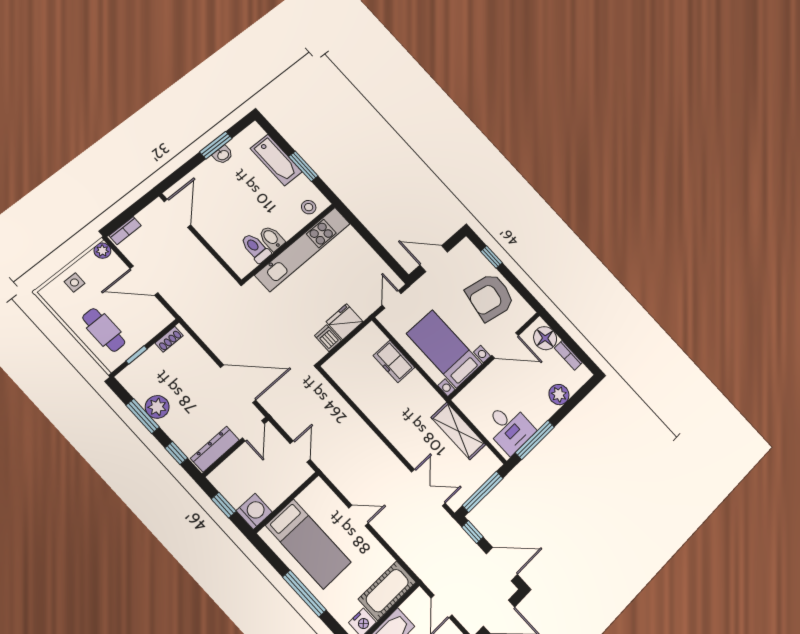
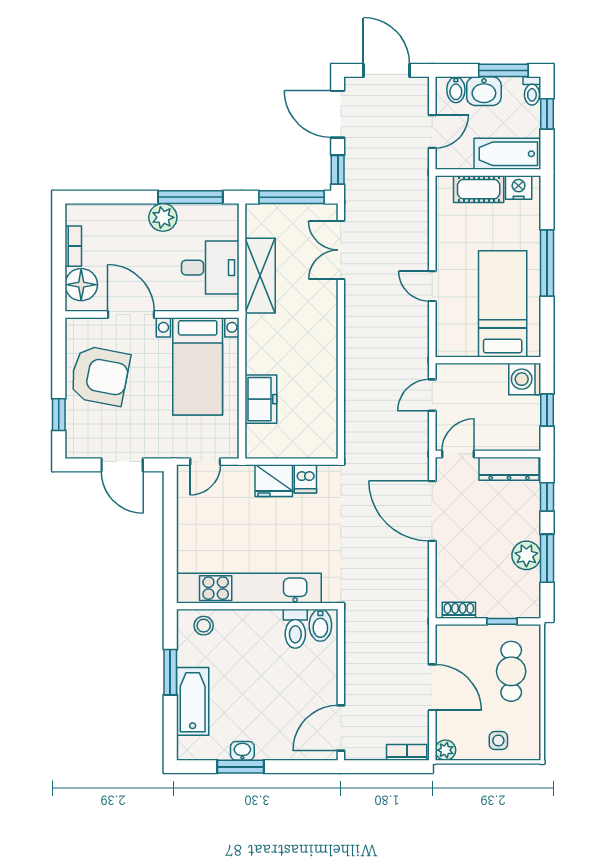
bidet: (272, 238) -> (320, 625), moved
plant: (559, 395) -> (163, 217), moved
desk: (509, 428) -> (210, 268), moved, turned 90
cot: (387, 591) -> (479, 189), width x0.73, depth x0.75

